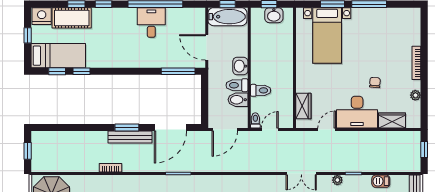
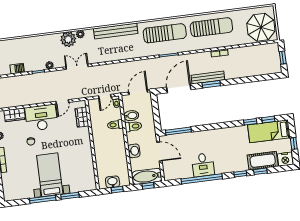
bed with nightstands: (327, 35) -> (50, 175), moved
washbasin: (240, 66) -> (134, 151), moved

